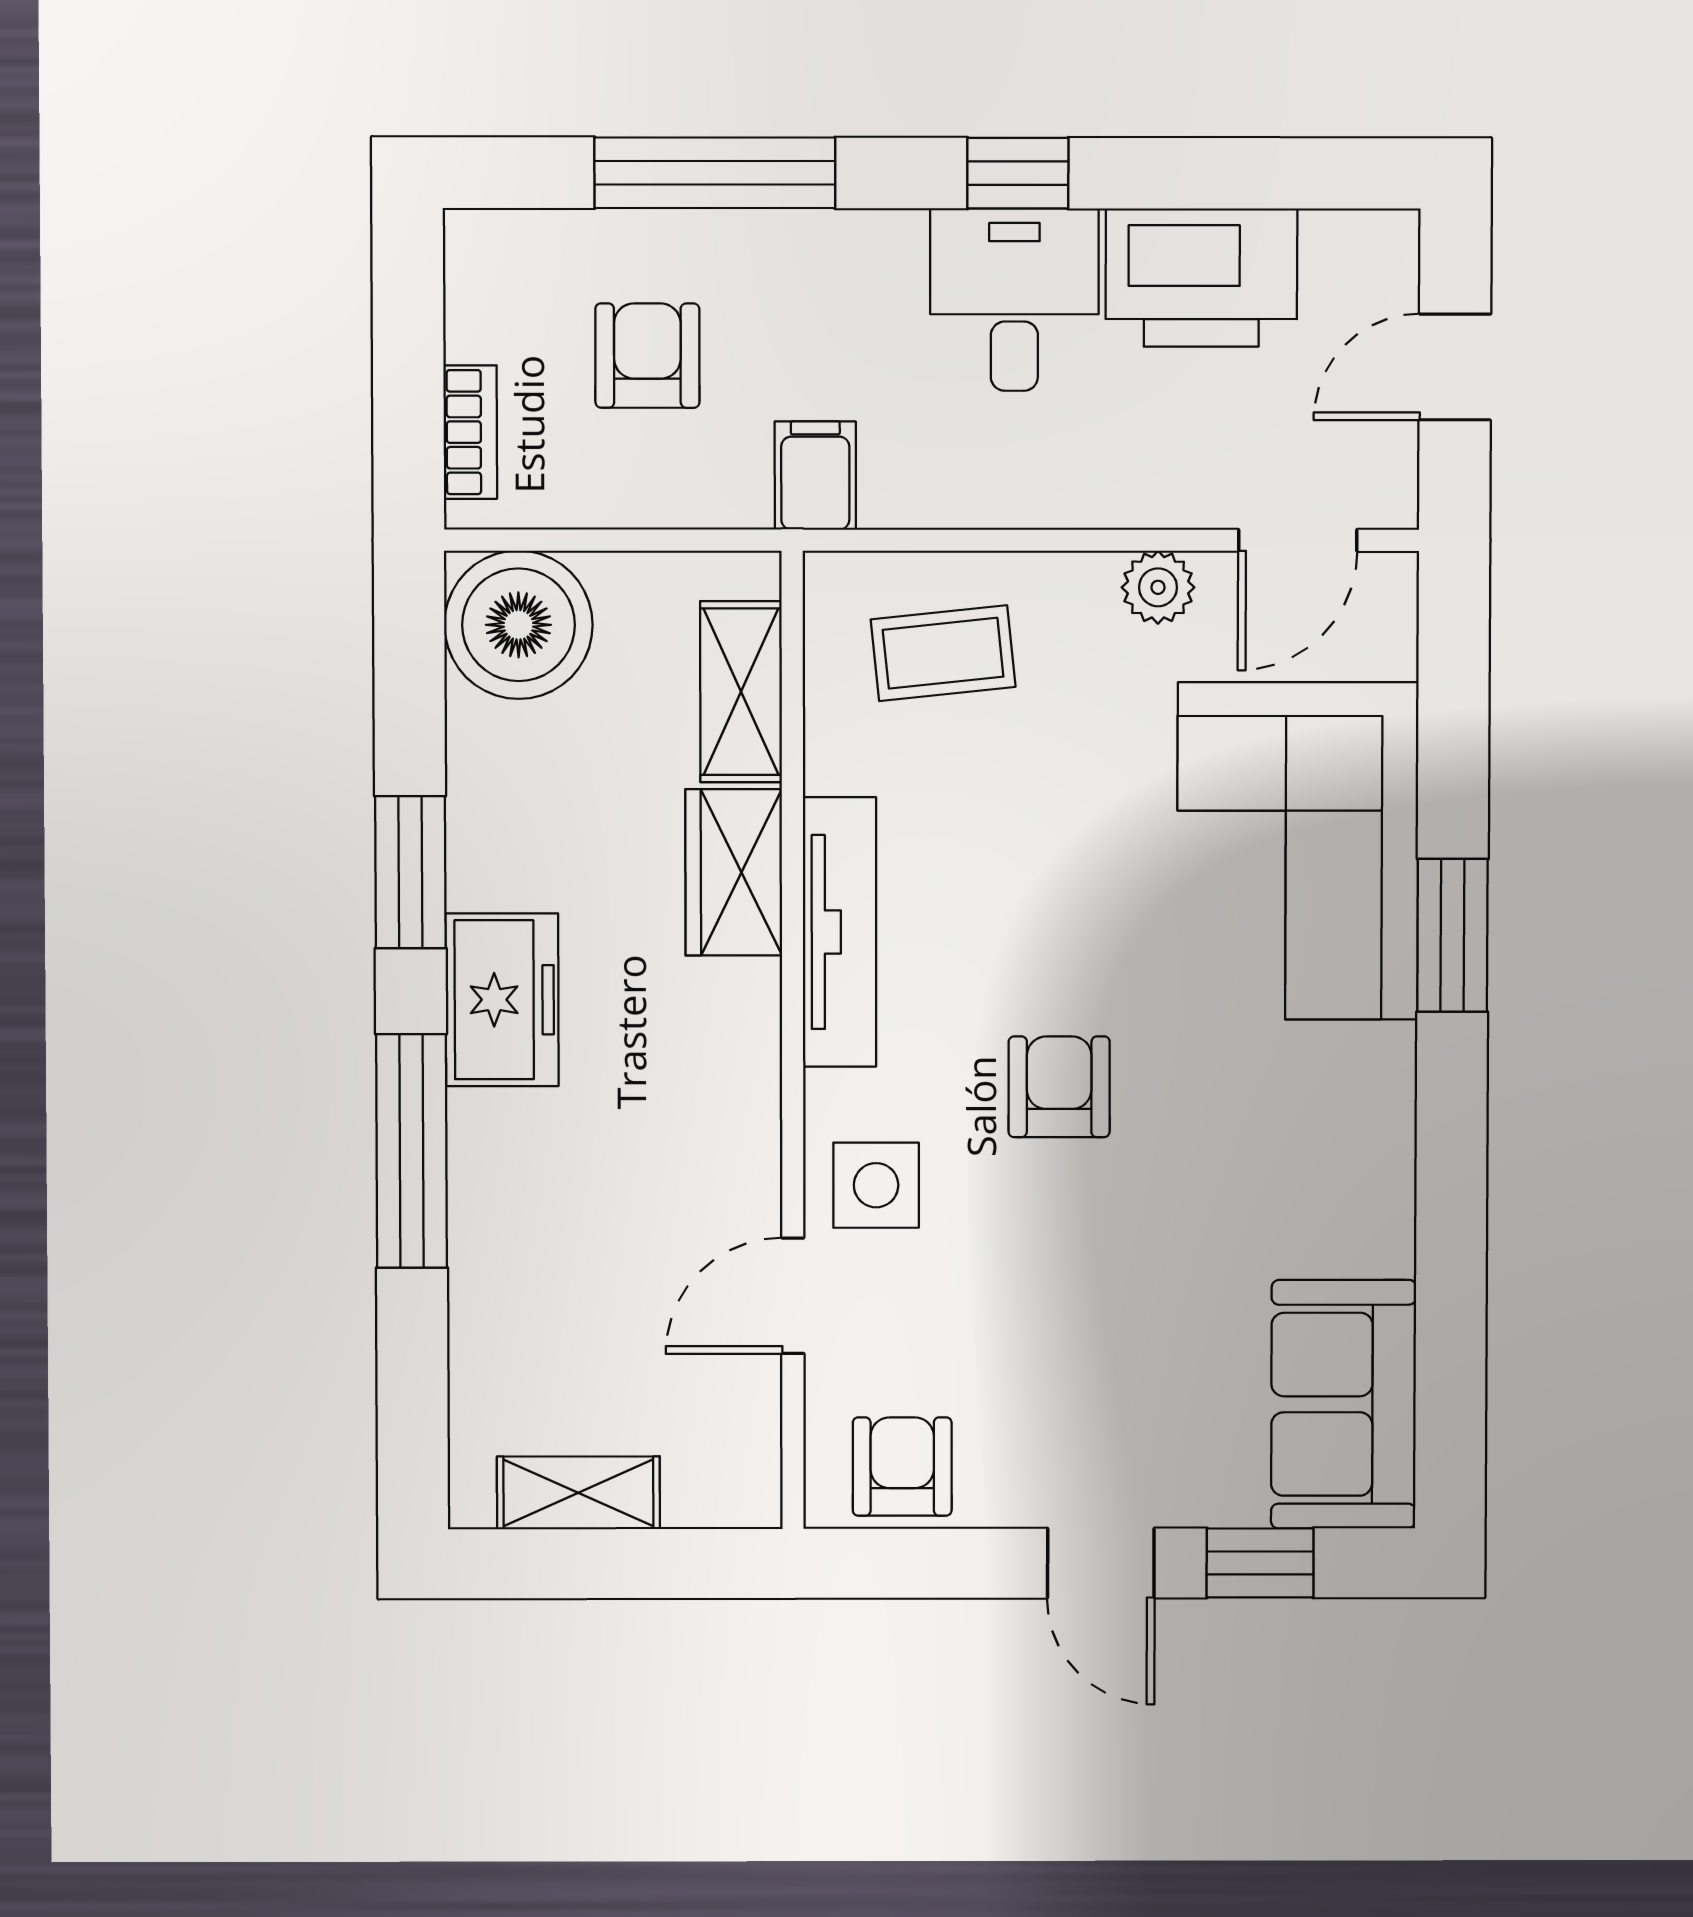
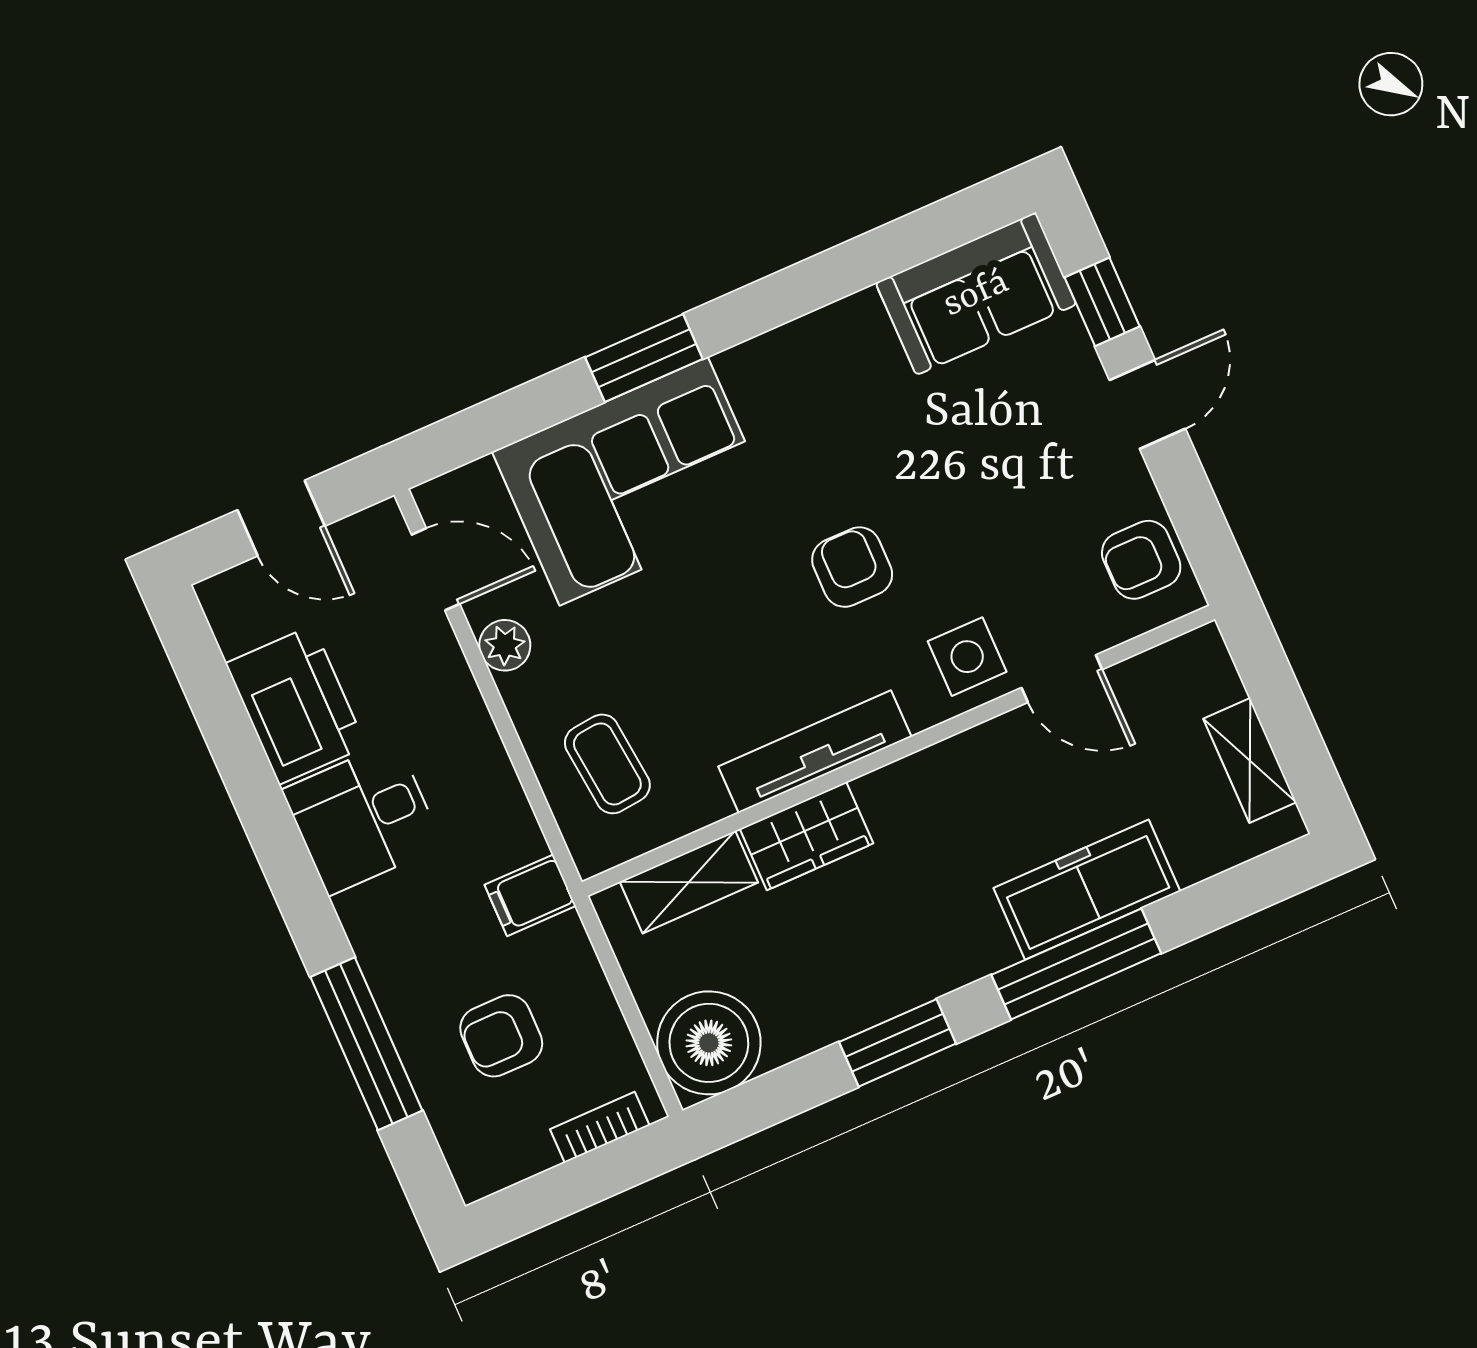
window: (1018, 173) -> (281, 851), removed
freezer: (502, 1000) -> (1087, 890), moved, width x1.40
armchair: (1059, 1087) -> (852, 567), turned 90

